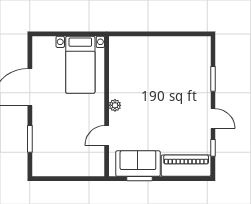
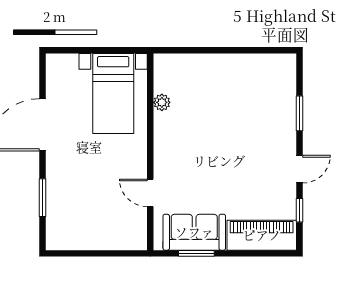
plant: (115, 105) -> (162, 102), moved
door: (213, 119) -> (300, 169), hinge flipped
door: (107, 135) -> (150, 193), hinge flipped

